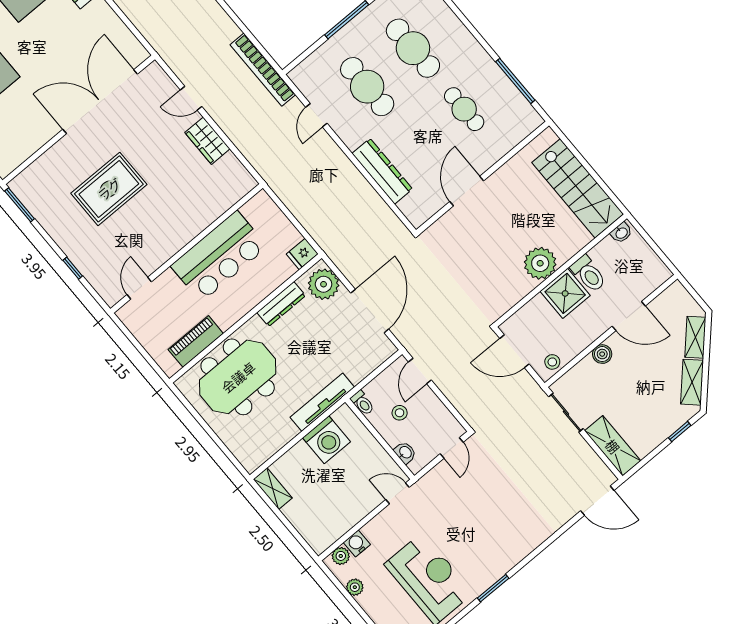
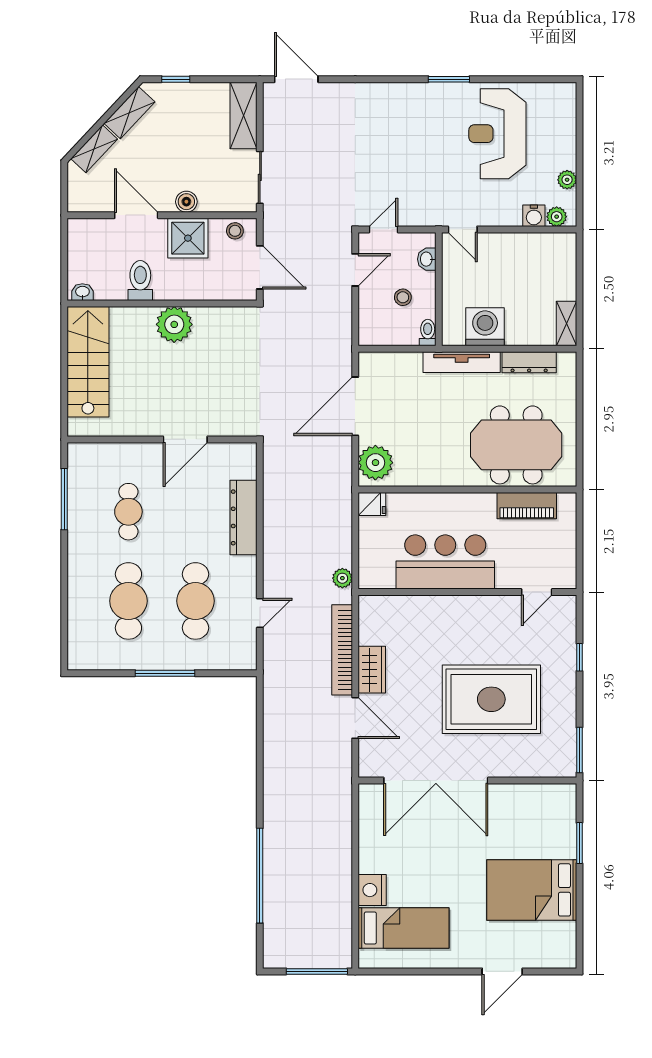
bookcase: (263, 70) -> (342, 650), moved, turned 180
door: (191, 98) -> (355, 718), width x1.38
plant: (280, 186) -> (342, 578), added
rug: (109, 189) -> (491, 699), width x1.37, depth x1.44
shower: (565, 293) -> (188, 238), moved
dresser: (281, 304) -> (529, 362), moved, turned 180
door: (420, 371) -> (355, 270), moved

